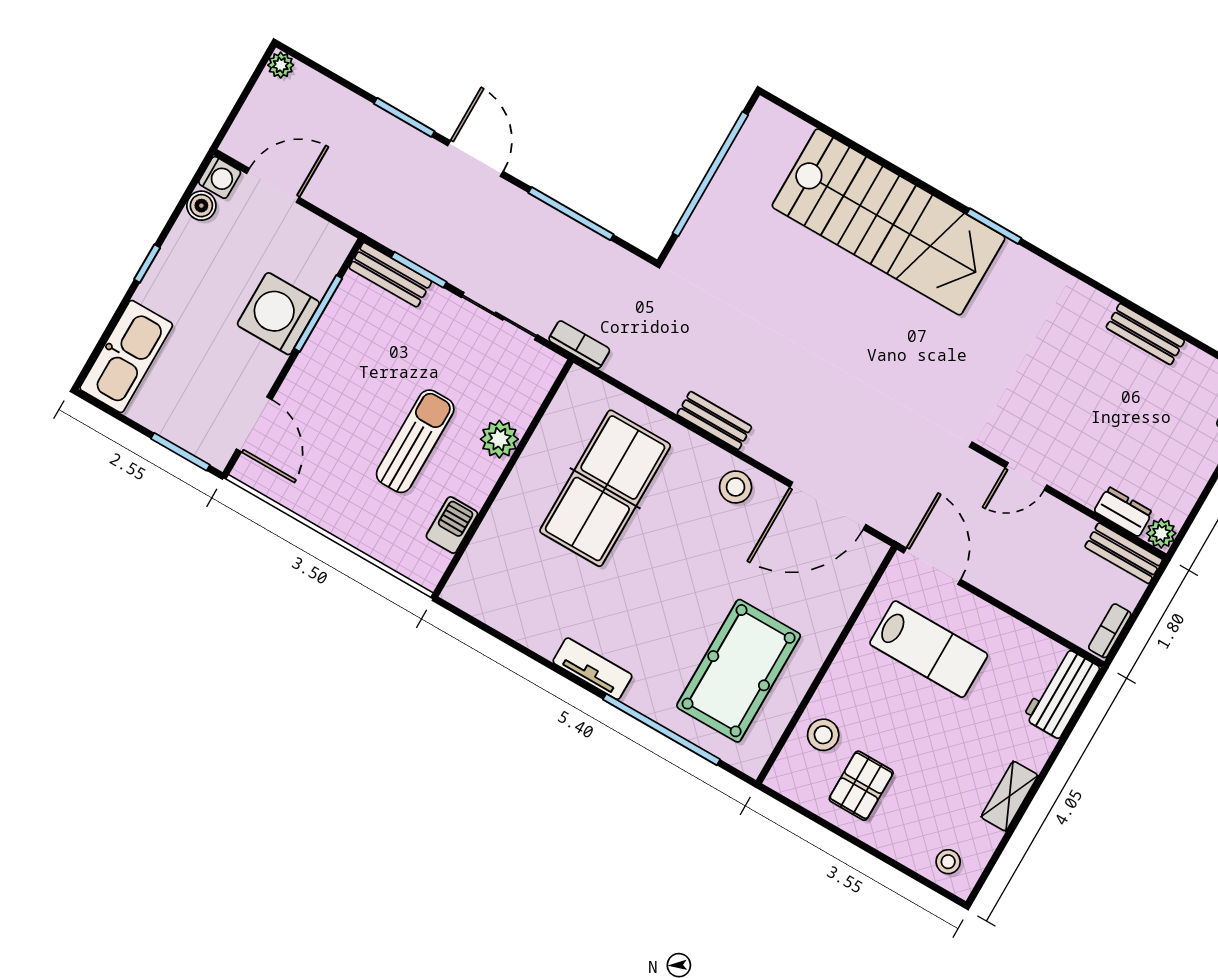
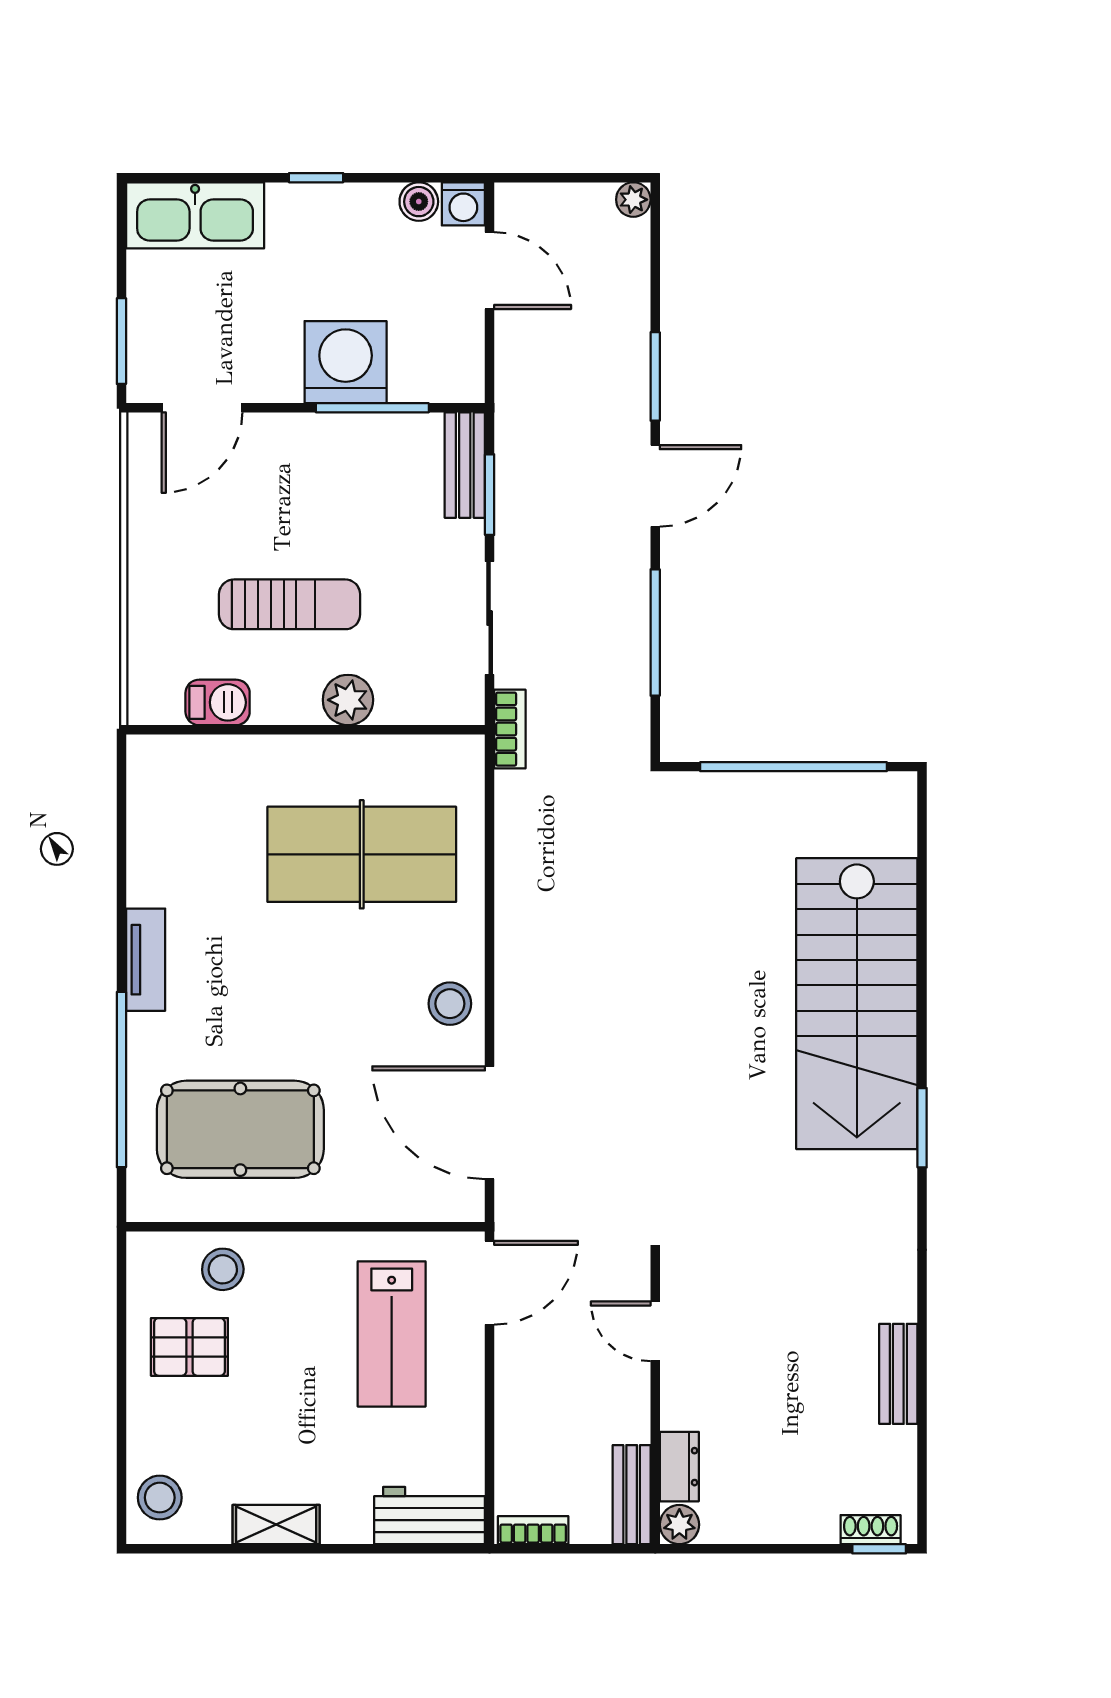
bench: (714, 421) -> (512, 935), removed
stool: (948, 862) -> (160, 1498), width x1.37, depth x1.37

